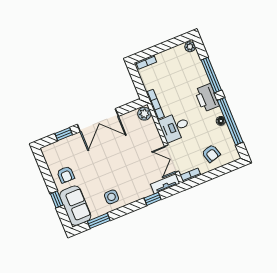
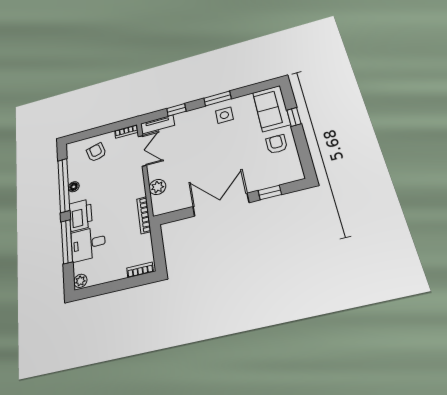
plant: (144, 114) -> (157, 187), moved
desk: (175, 127) -> (88, 244), moved, turned 180
window: (99, 221) -> (218, 99), moved

